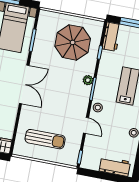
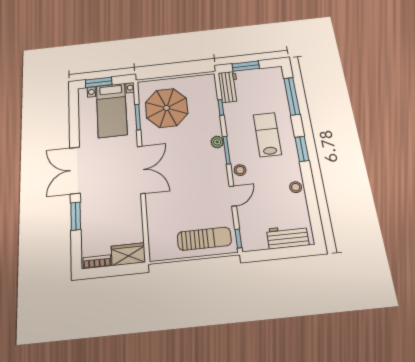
parasol: (73, 42) -> (167, 108), moved
door: (86, 125) -> (233, 196), hinge flipped
sun lounger: (45, 139) -> (204, 239), moved

